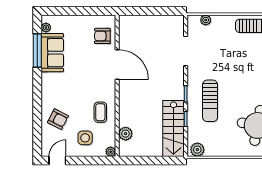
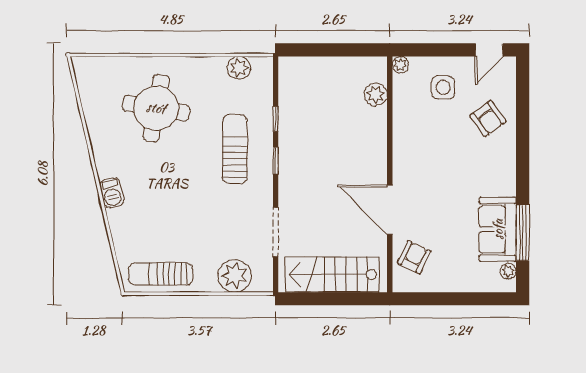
plant: (206, 20) -> (235, 276), width x1.88, depth x1.88
armchair: (102, 36) -> (414, 257), turned -64
coffee table: (100, 112) -> (418, 130), removed
armchair: (58, 119) -> (488, 119), turned -153
stairs: (173, 128) -> (332, 275), moved, turned -90
plant: (197, 150) -> (239, 68), moved

